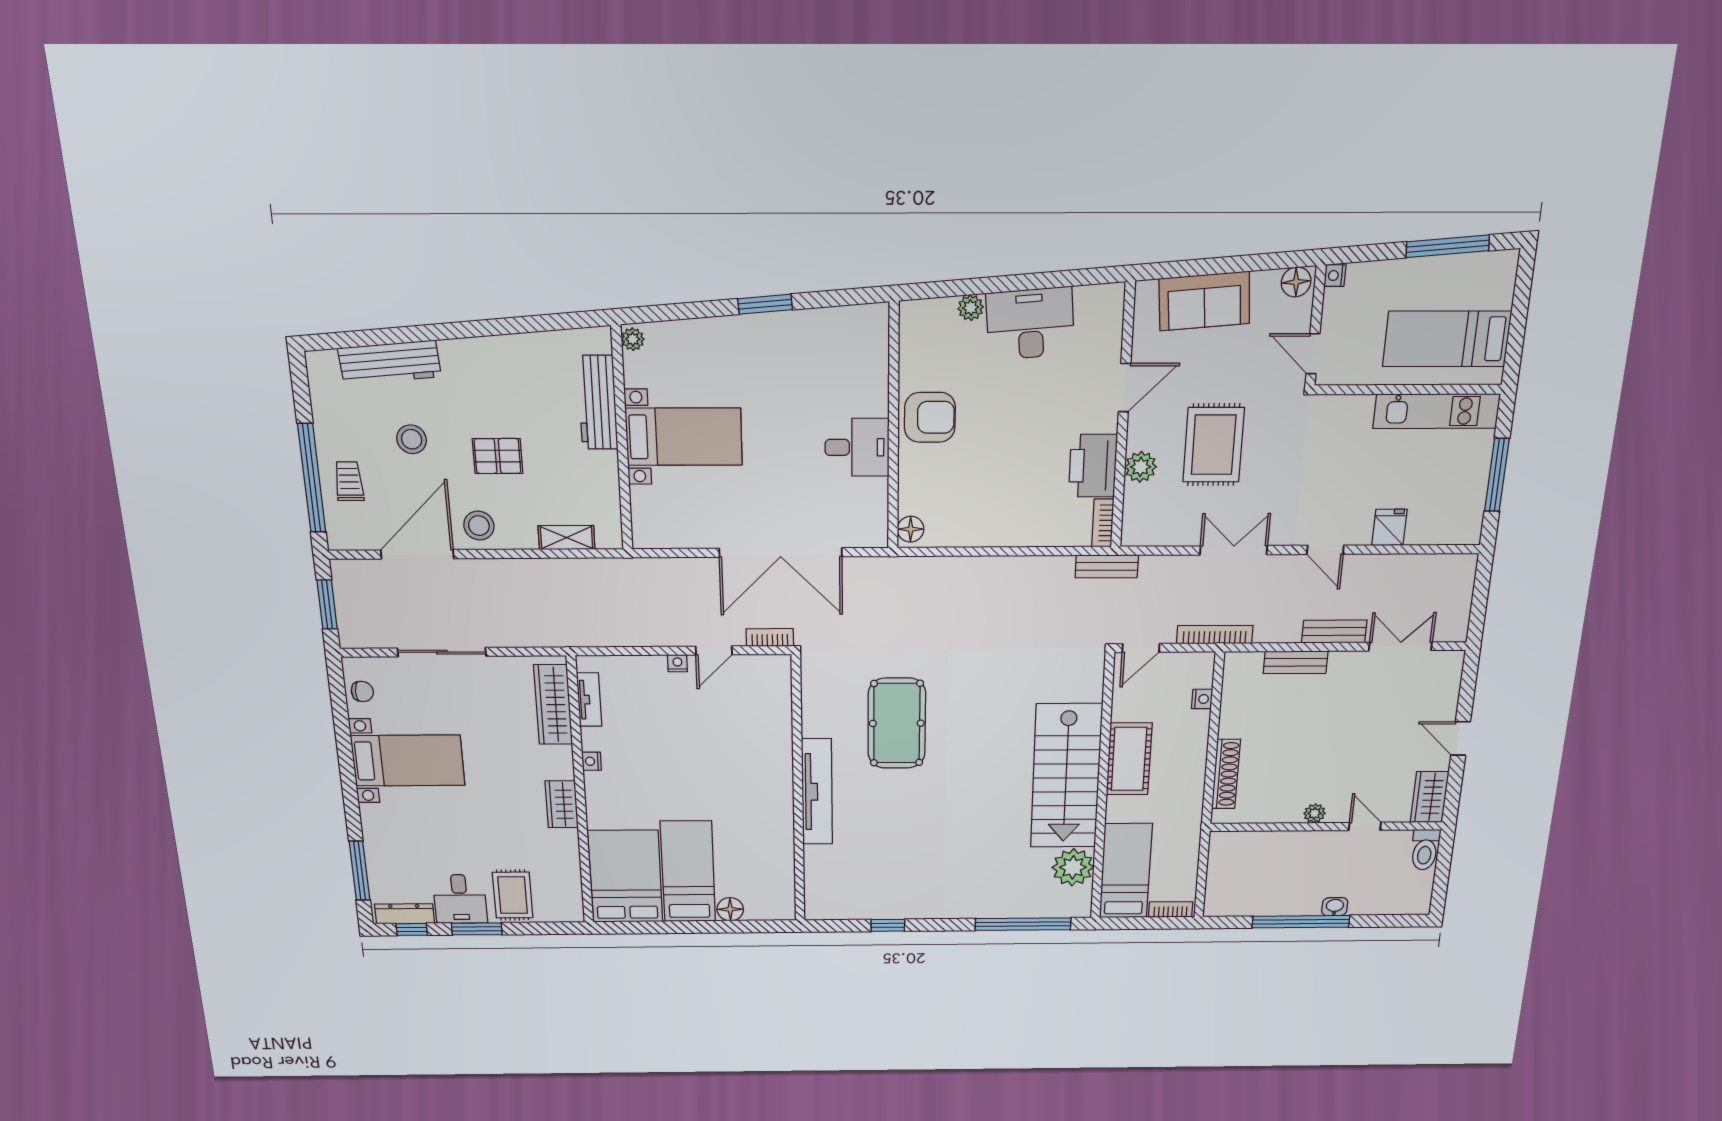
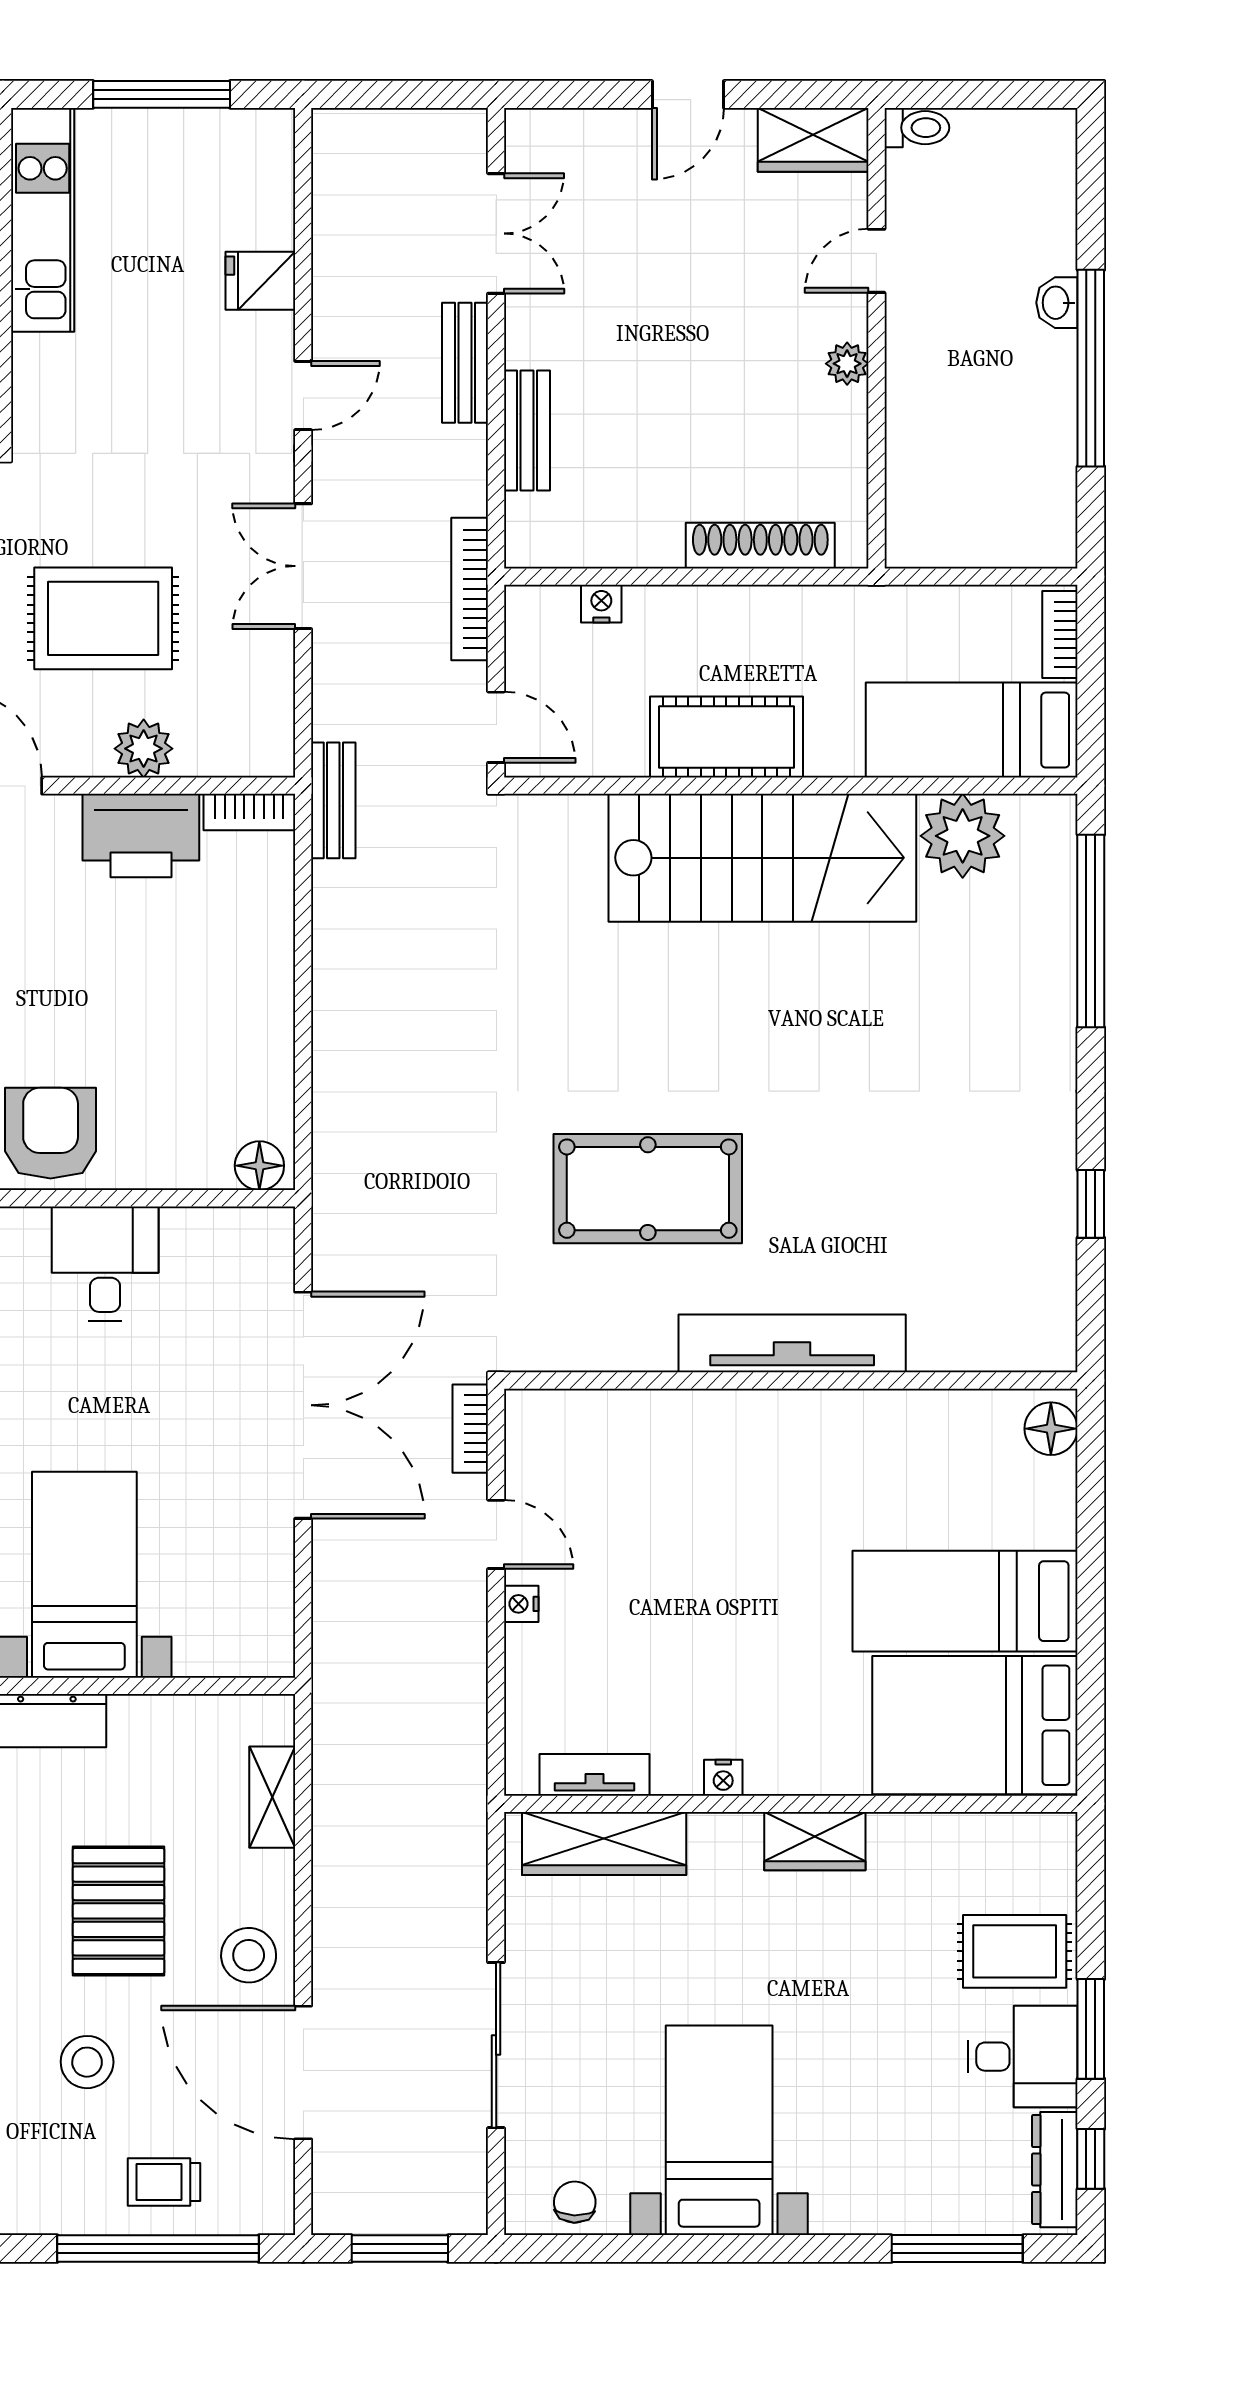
pallet: (498, 456) -> (119, 1911), width x1.50, depth x1.42
double door: (1400, 646) -> (496, 233), swing flipped
toilet: (1425, 850) -> (917, 128), width x0.73, depth x0.72
floor lamp: (730, 909) -> (1051, 1429), moved

